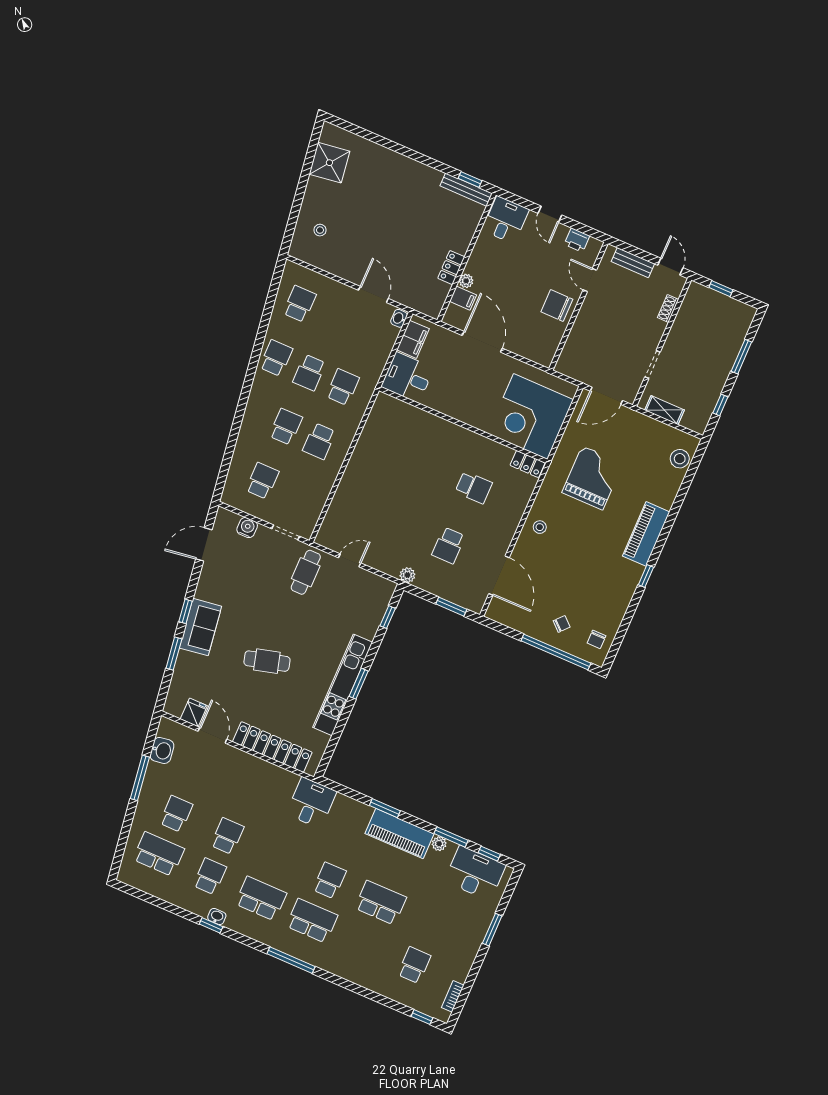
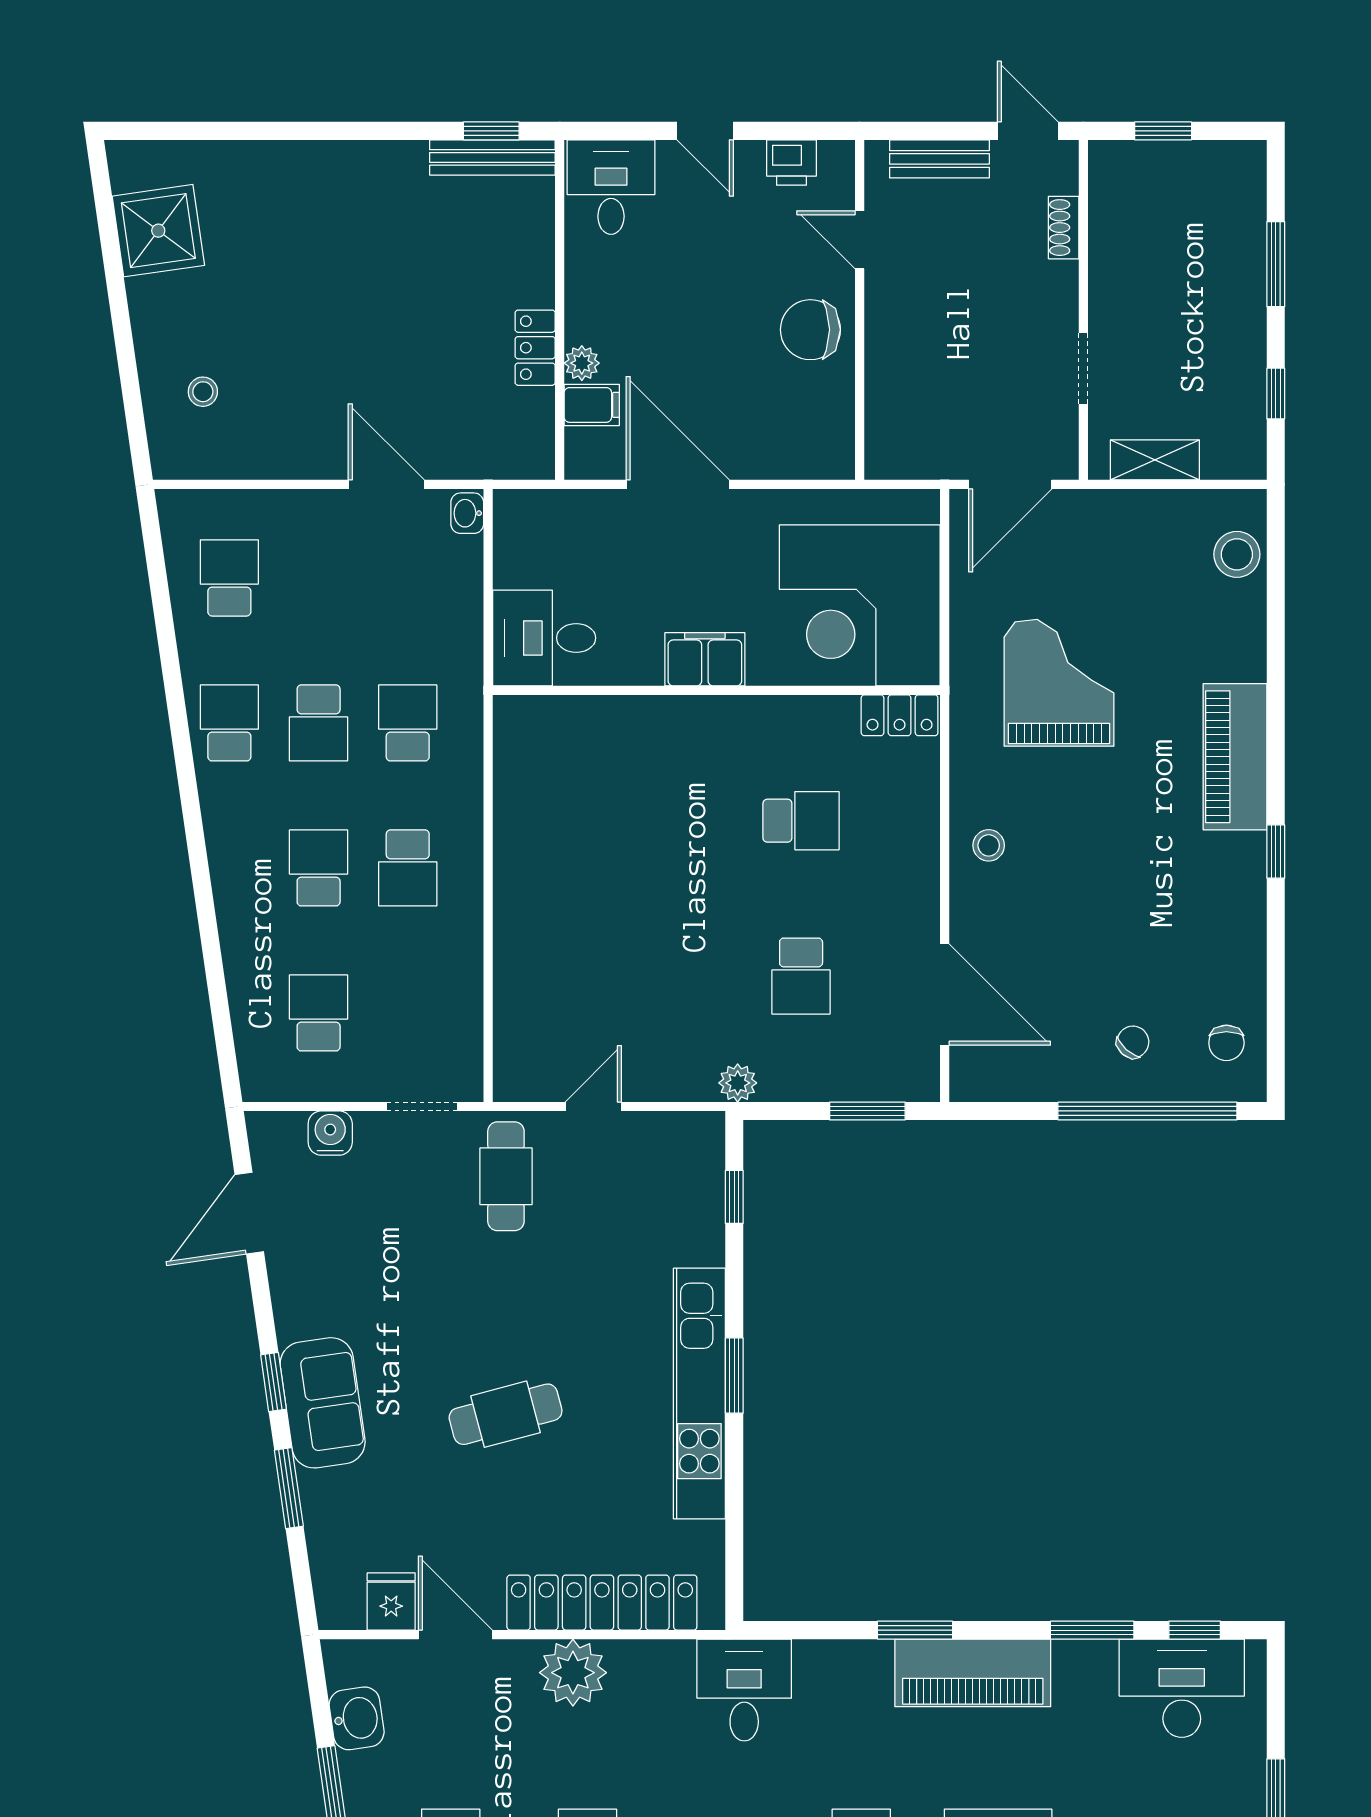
filing cabinet: (413, 339) -> (705, 659), moved, turned -90
plant: (439, 844) -> (573, 1673), moved, width x1.88, depth x1.88

